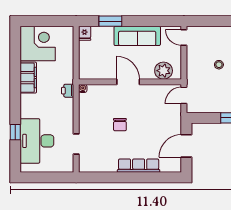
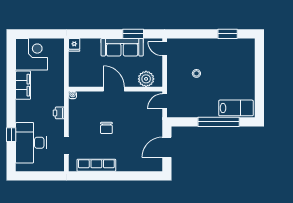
window: (110, 21) -> (133, 34), moved
printer: (68, 91) -> (59, 113), moved
row of seats: (139, 166) -> (96, 165), moved

